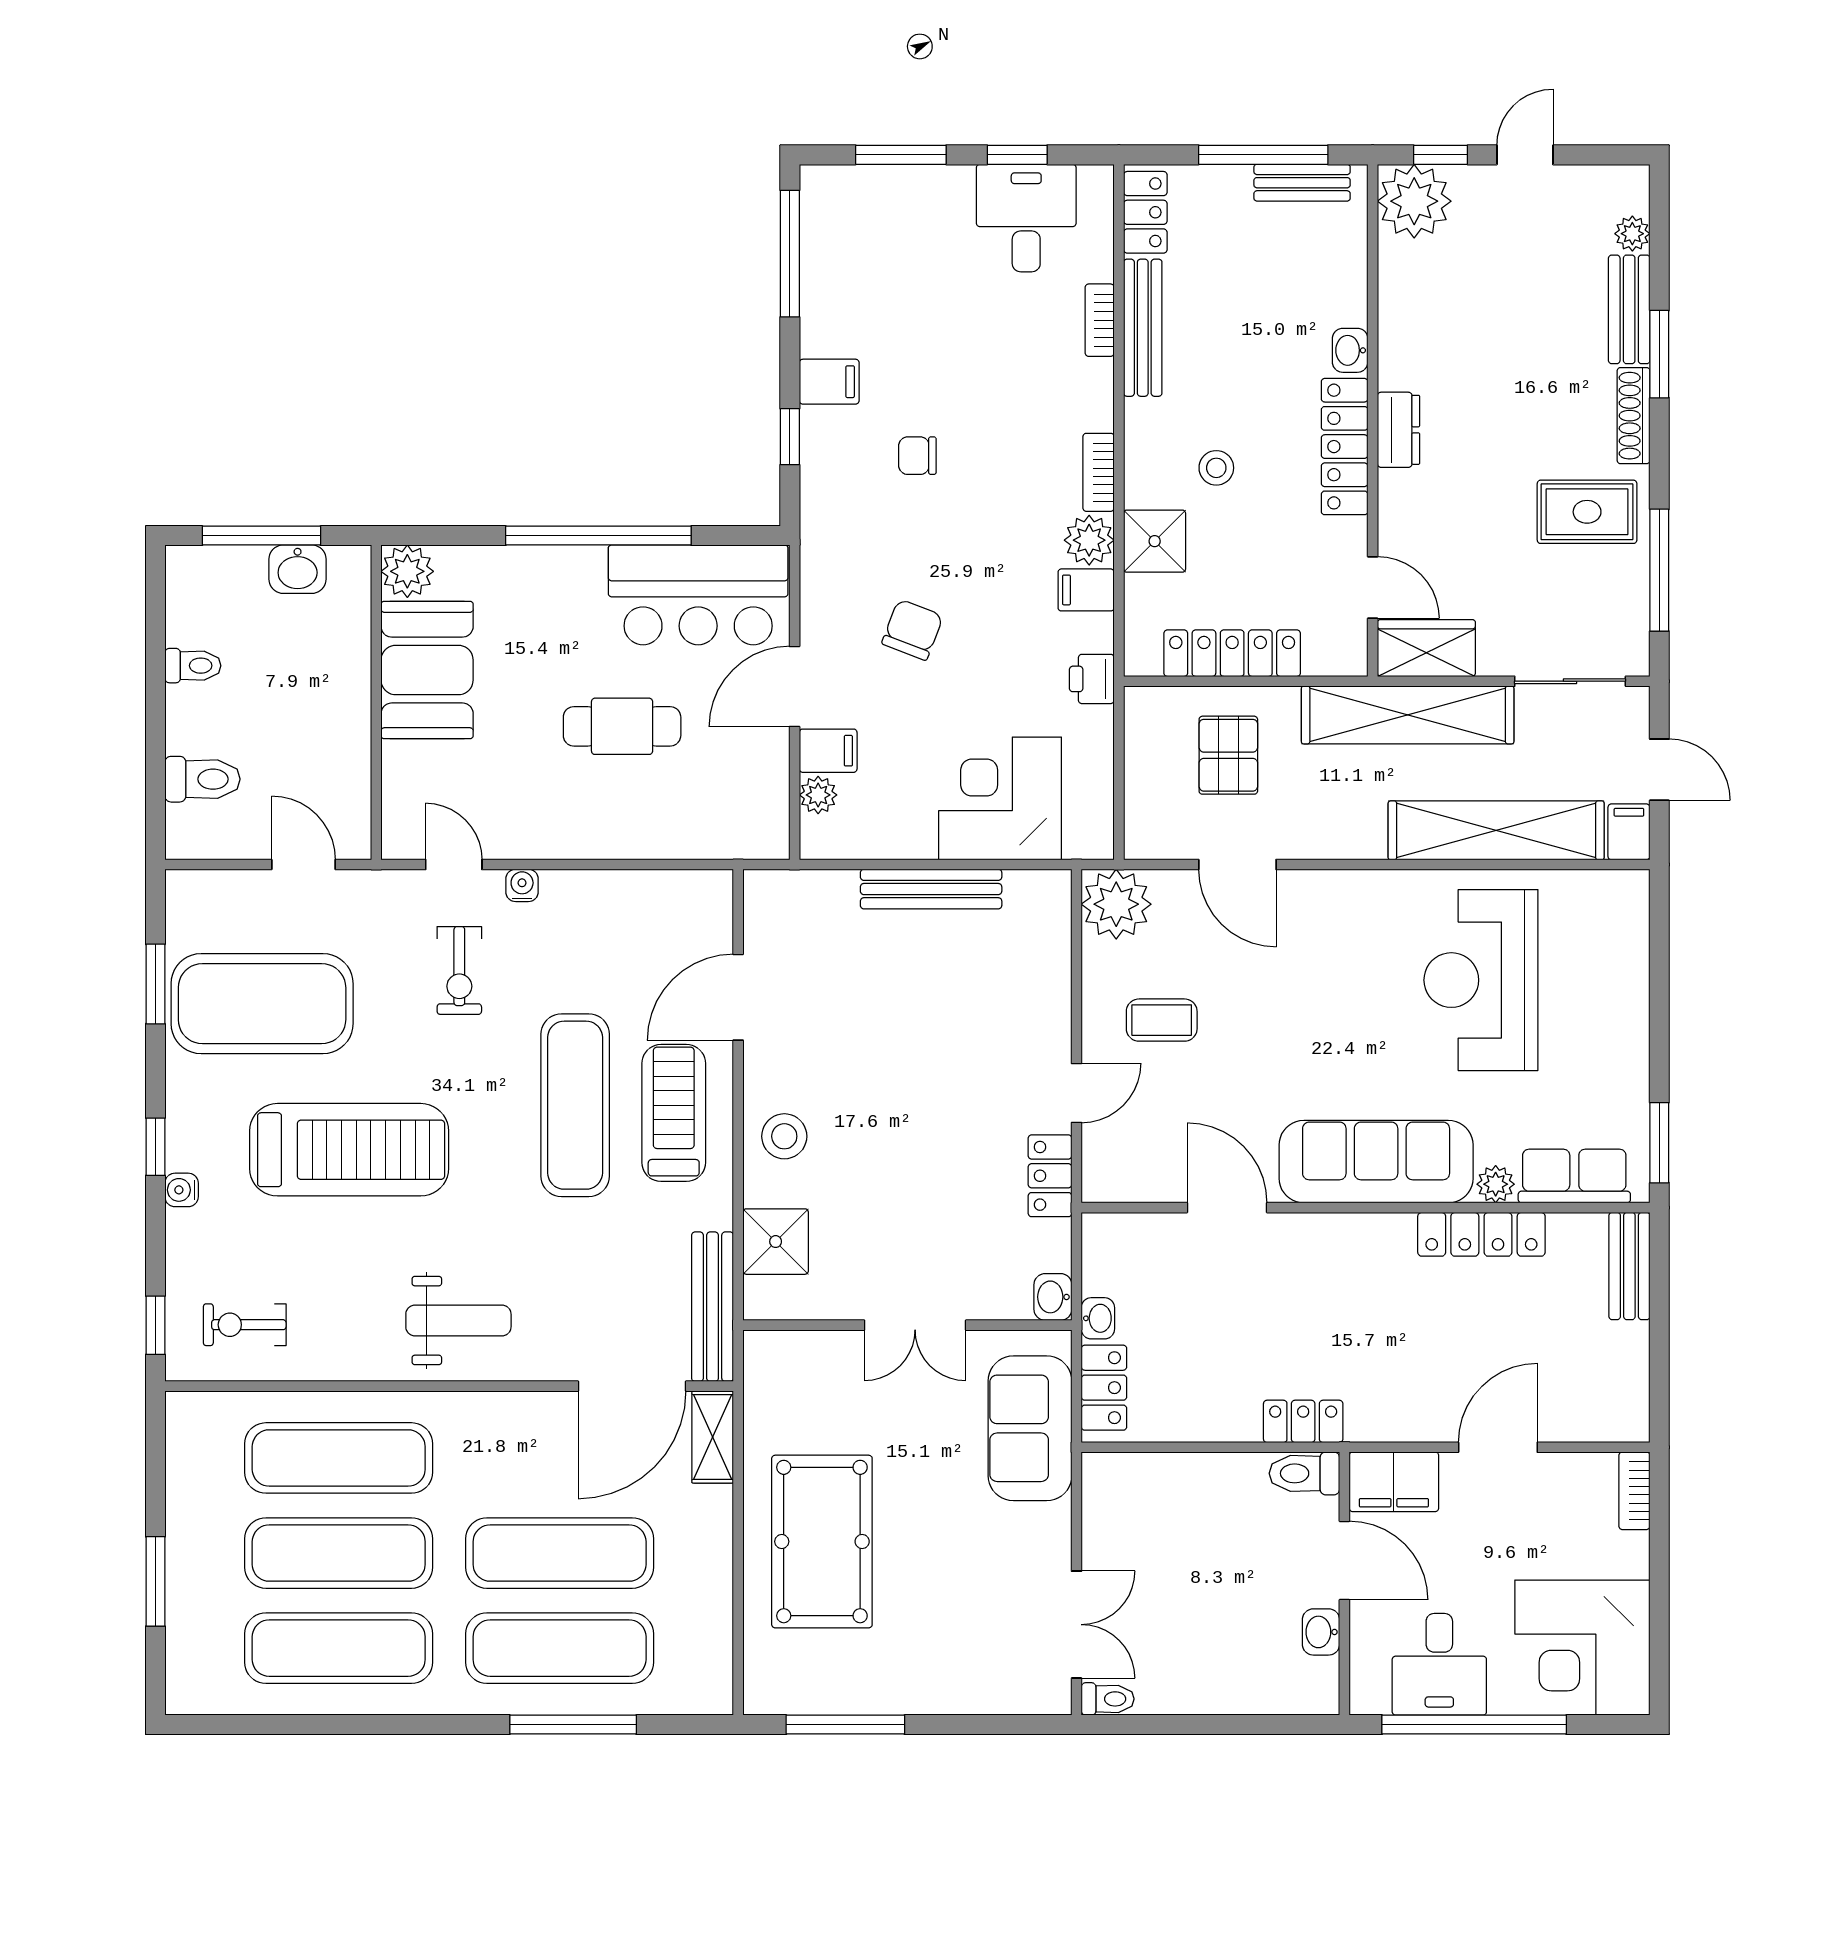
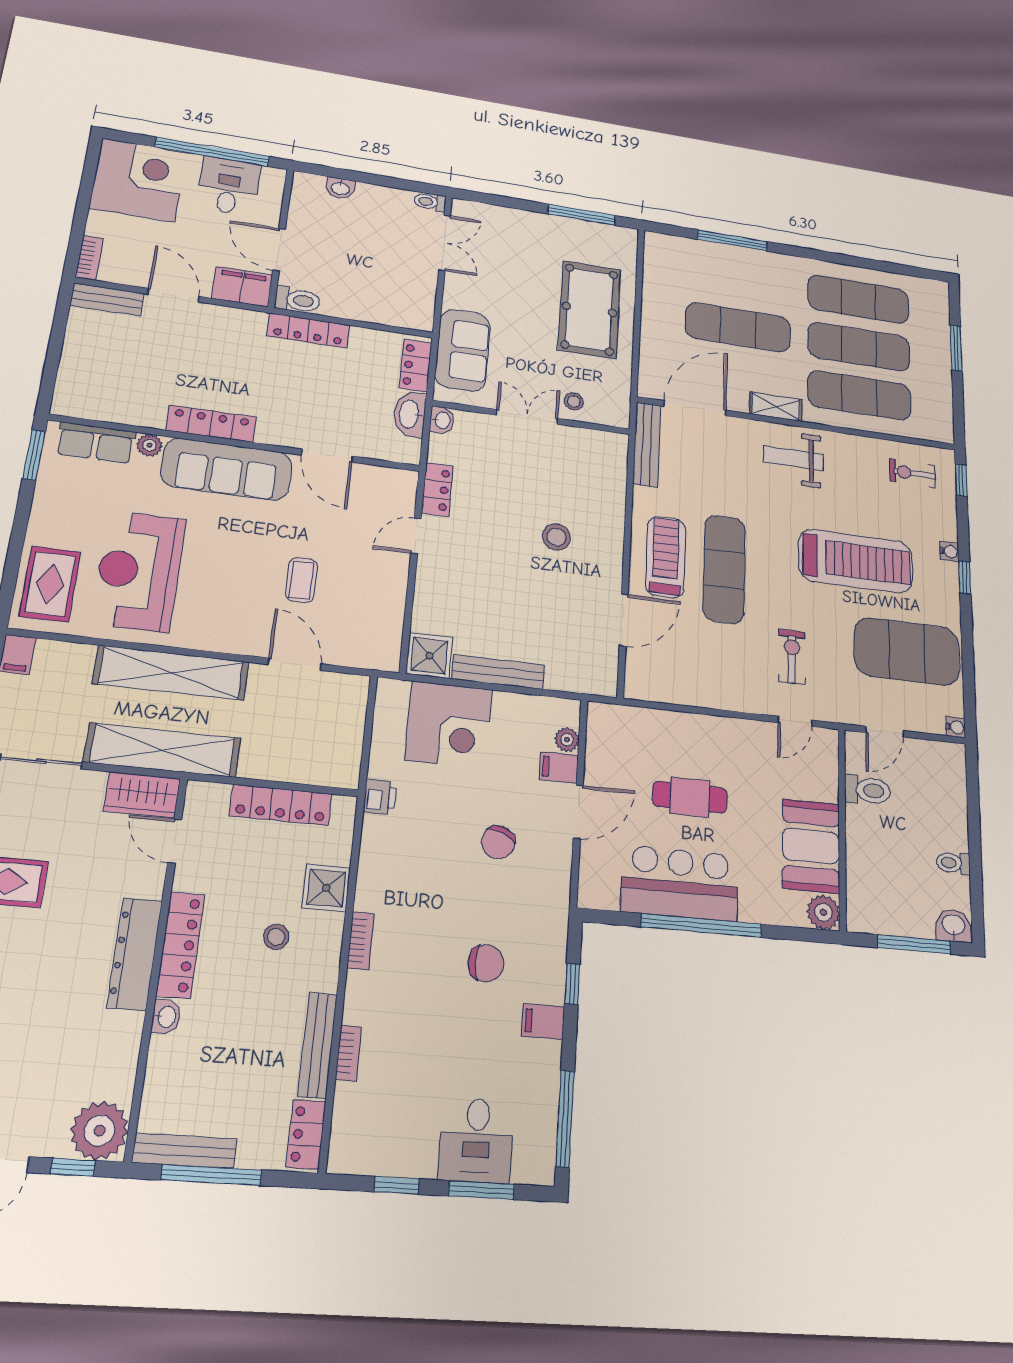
bench: (1302, 183) -> (184, 1151), width x1.36
desk: (1026, 218) -> (476, 1140), moved
dresser: (1398, 430) -> (135, 954), width x1.96, depth x1.24
chair: (917, 456) -> (486, 963), width x1.37, depth x1.37
plant: (1089, 540) -> (372, 893), removed
washbasin: (298, 569) -> (953, 926), moved
filing cabinet: (1086, 590) -> (378, 858), removed
bar counter: (698, 595) -> (680, 883), moved
pallet: (1228, 755) -> (292, 736), removed
toilet: (202, 779) -> (867, 790), moved, turned 180
shelving: (1496, 830) -> (171, 673), moved
door: (303, 865) -> (885, 732), hinge flipped
door: (454, 865) -> (795, 721), hinge flipped
water cooler: (522, 885) -> (956, 727), moved, turned -90
plant: (1116, 904) -> (378, 648), removed
rug: (1602, 943) -> (50, 584), added
reception desk: (1481, 980) -> (139, 571), turned 180
window: (155, 984) -> (968, 670), removed
coffee table: (1162, 1020) -> (301, 580), moved, turned 90
treadmill: (674, 1113) -> (666, 557), turned 180
stool: (784, 1136) -> (556, 537), moved
treadmill: (349, 1150) -> (856, 561), turned 180
locker: (1481, 1234) -> (211, 424), moved
shower: (776, 1242) -> (429, 656), moved
bench: (1629, 1266) -> (107, 299), moved, turned 90
washbasin: (1098, 1318) -> (410, 414), width x1.91, depth x1.45
exercise bike: (245, 1325) -> (912, 473), turned 180
stool: (839, 1365) -> (574, 401), added
locker: (1303, 1421) -> (308, 330), width x1.53
shelving: (713, 1437) -> (776, 407), moved, turned 90
door: (1498, 1447) -> (173, 295), swing flipped
double door: (1077, 1625) -> (445, 243), swing flipped
washbasin: (1321, 1632) -> (340, 188), moved, turned 90
exercise mat: (560, 1648) -> (739, 279), removed

